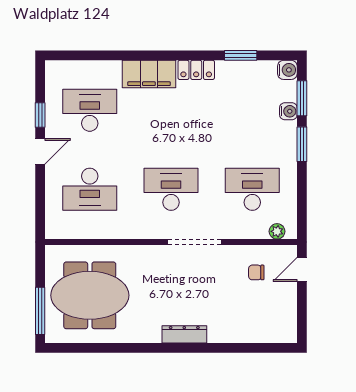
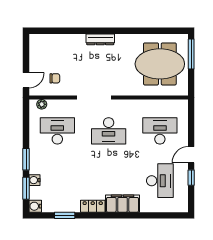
desk: (90, 110) -> (160, 181), turned -90
desk: (252, 189) -> (57, 131), turned 180

